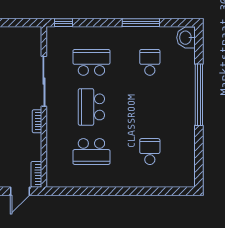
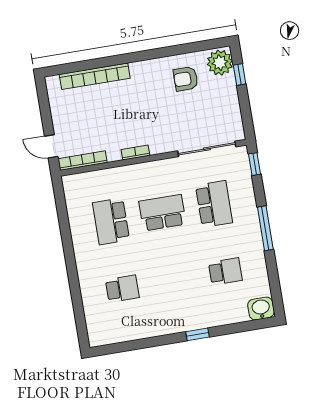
window: (141, 23) -> (265, 228), moved
sliding door: (44, 81) -> (207, 149), moved
window: (199, 95) -> (197, 334), width x0.32
bookcase: (36, 174) -> (82, 161), width x1.56

